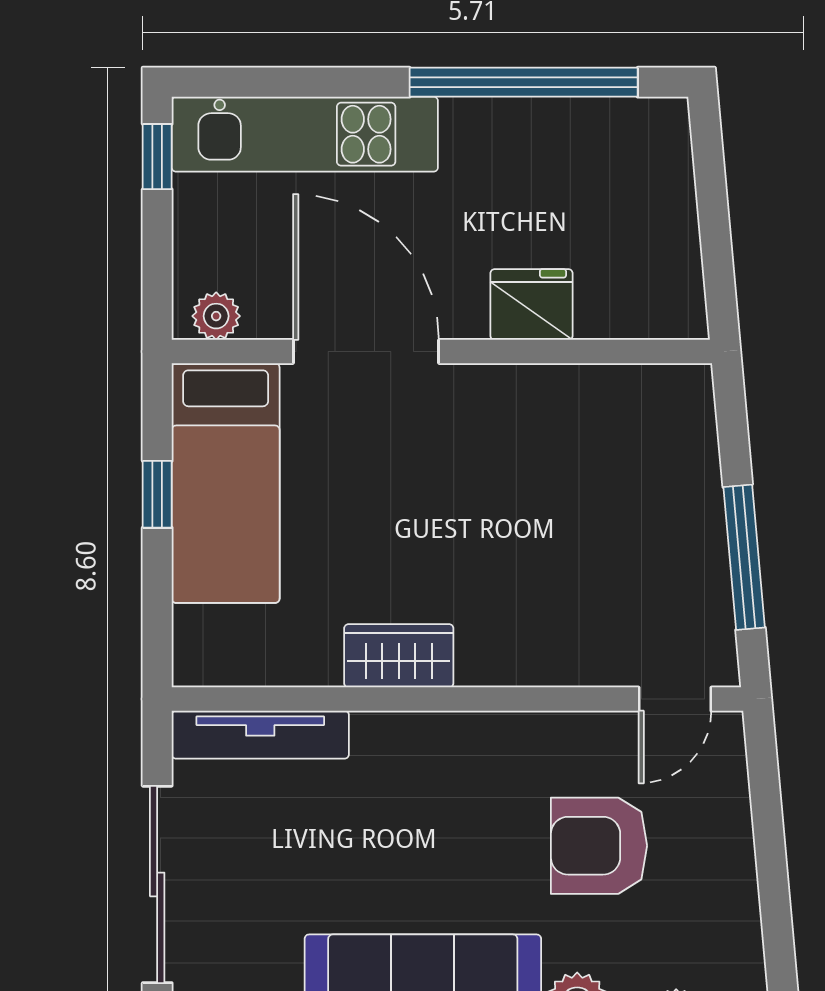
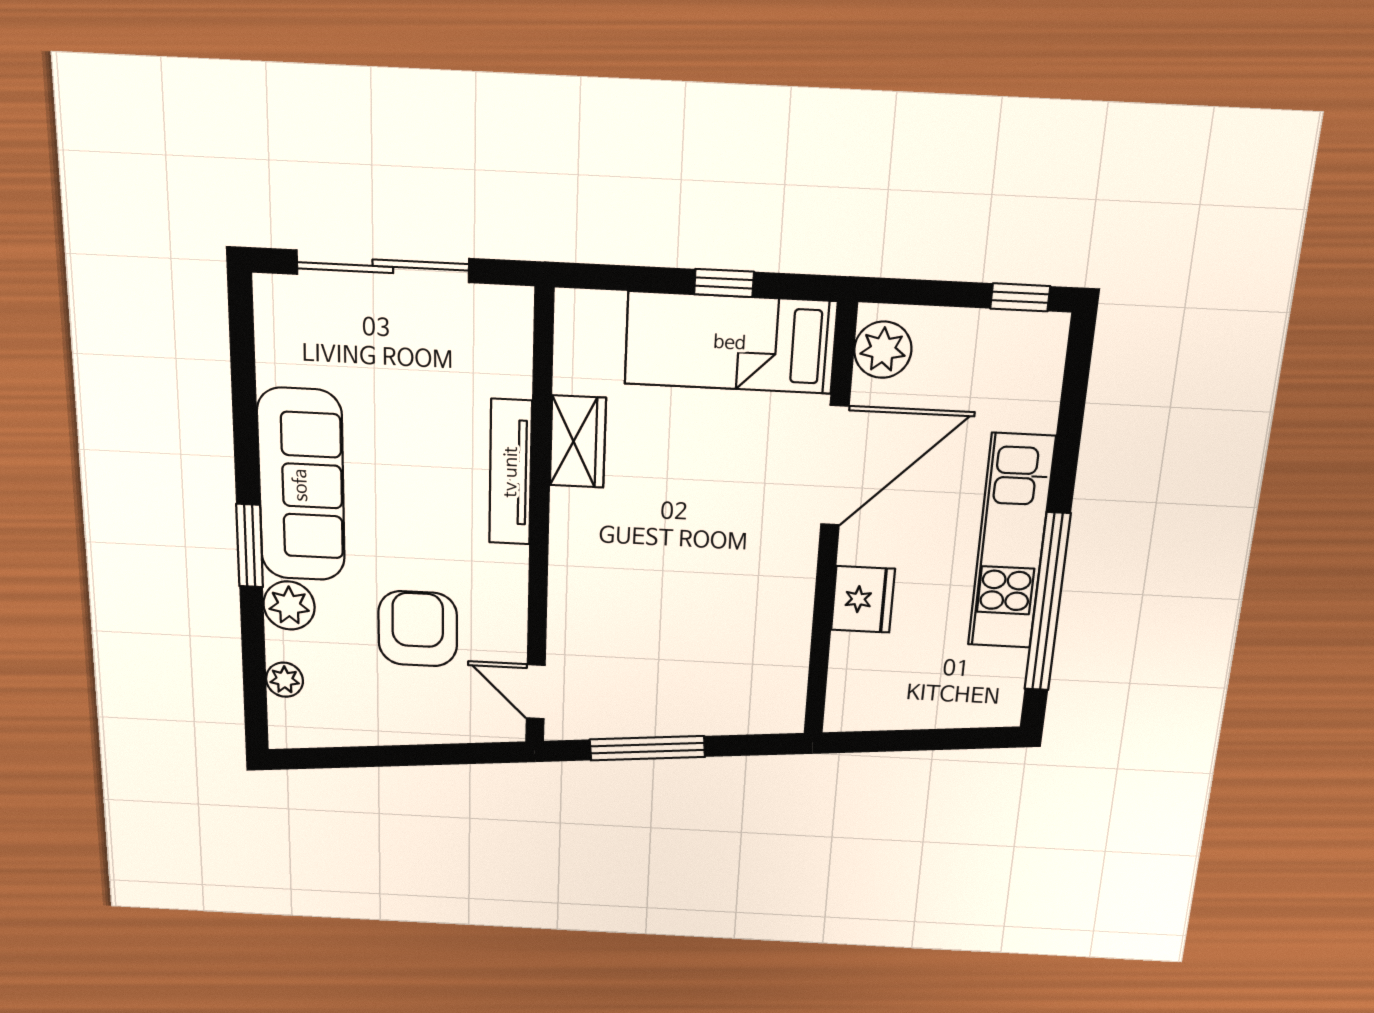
kitchen unit: (305, 134) -> (1011, 542), moved
plant: (216, 316) -> (883, 350), width x1.38, depth x1.38
wardrobe: (399, 656) -> (578, 442), moved
tv unit: (260, 735) -> (511, 472), moved

